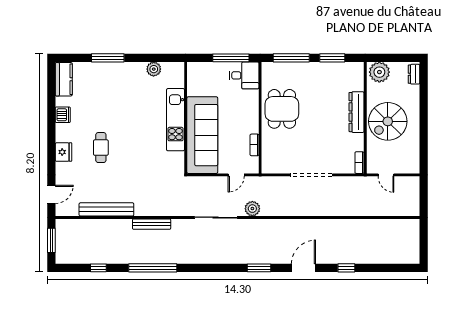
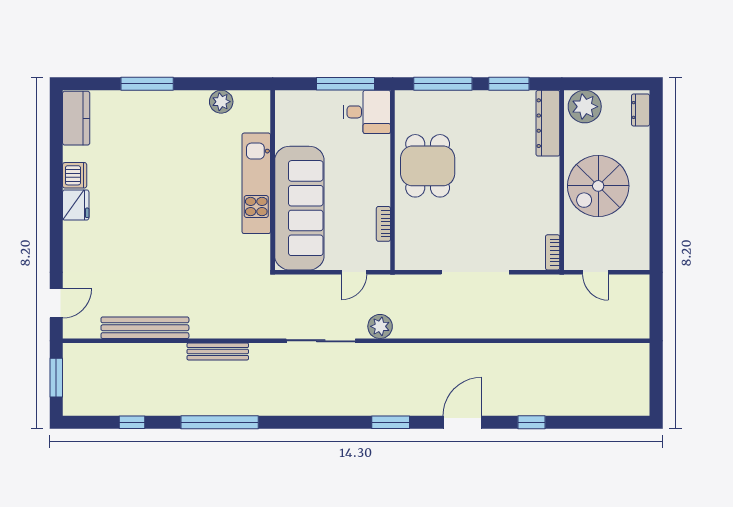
dresser: (357, 112) -> (548, 123), moved
cafe table: (101, 148) -> (136, 228), removed
fridge: (63, 152) -> (76, 205), moved

